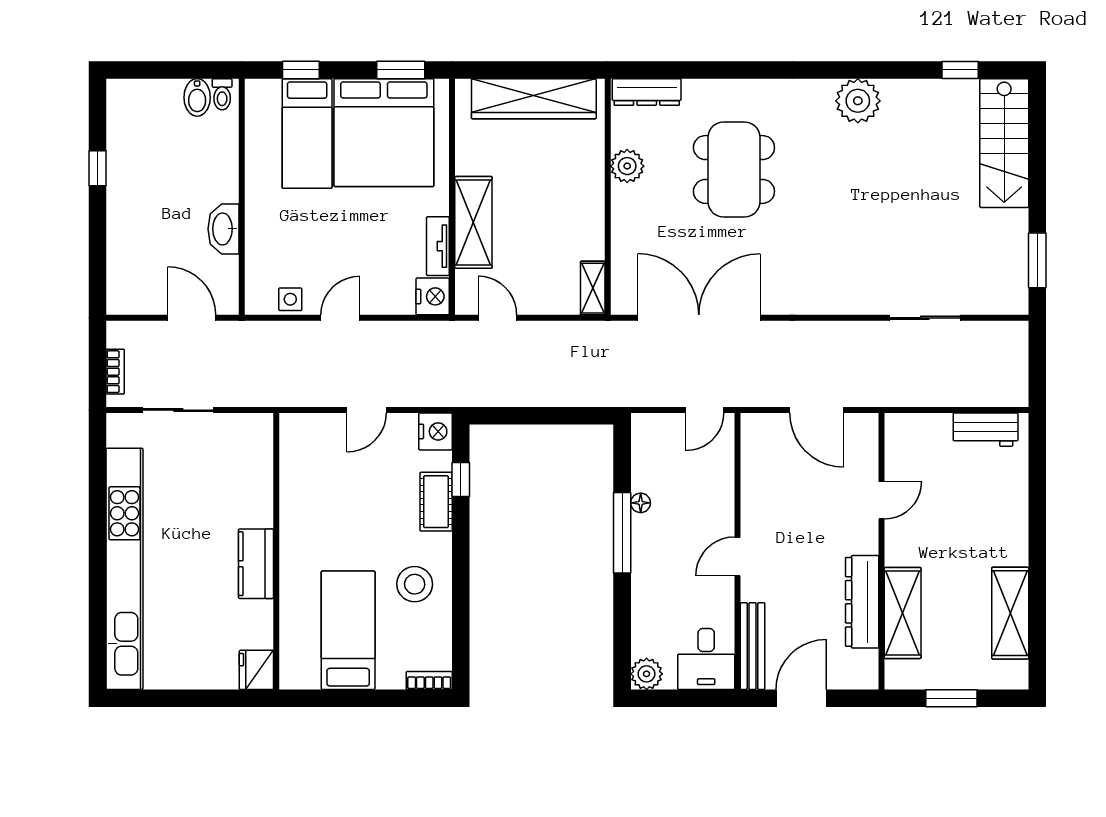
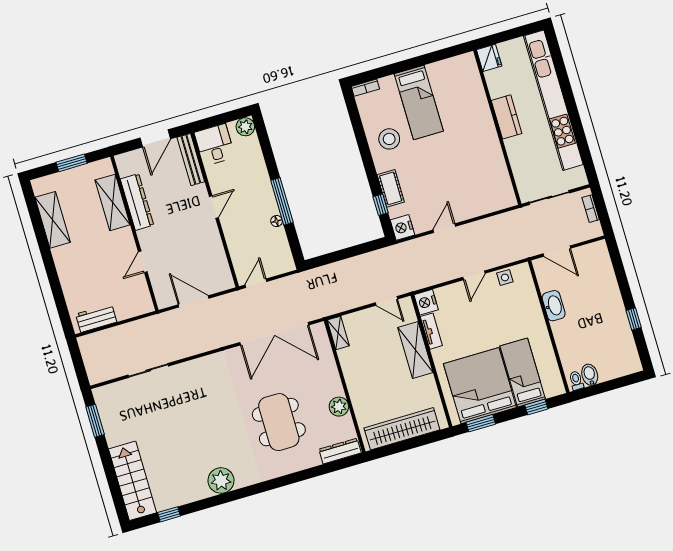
wall: (276, 551) -> (497, 127), moved
kitchen counter: (256, 564) -> (507, 117), moved
fridge: (256, 670) -> (489, 58), moved

